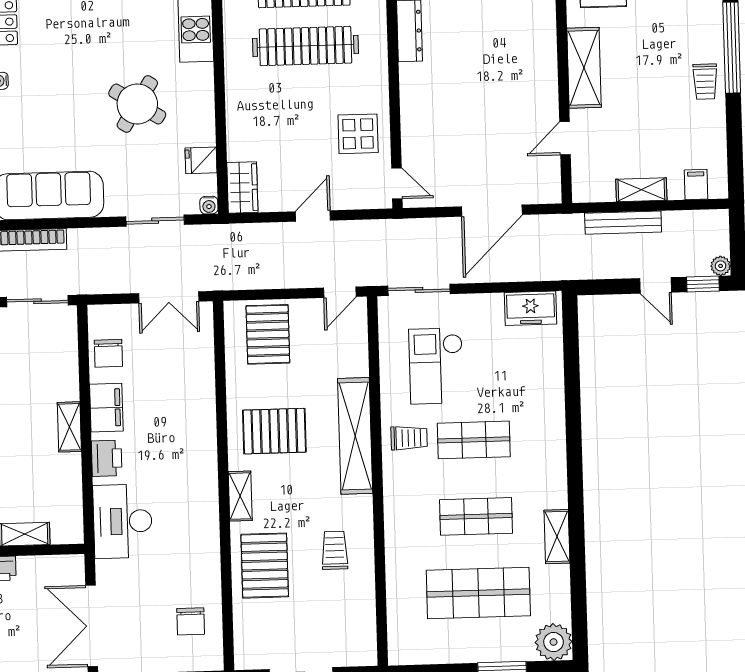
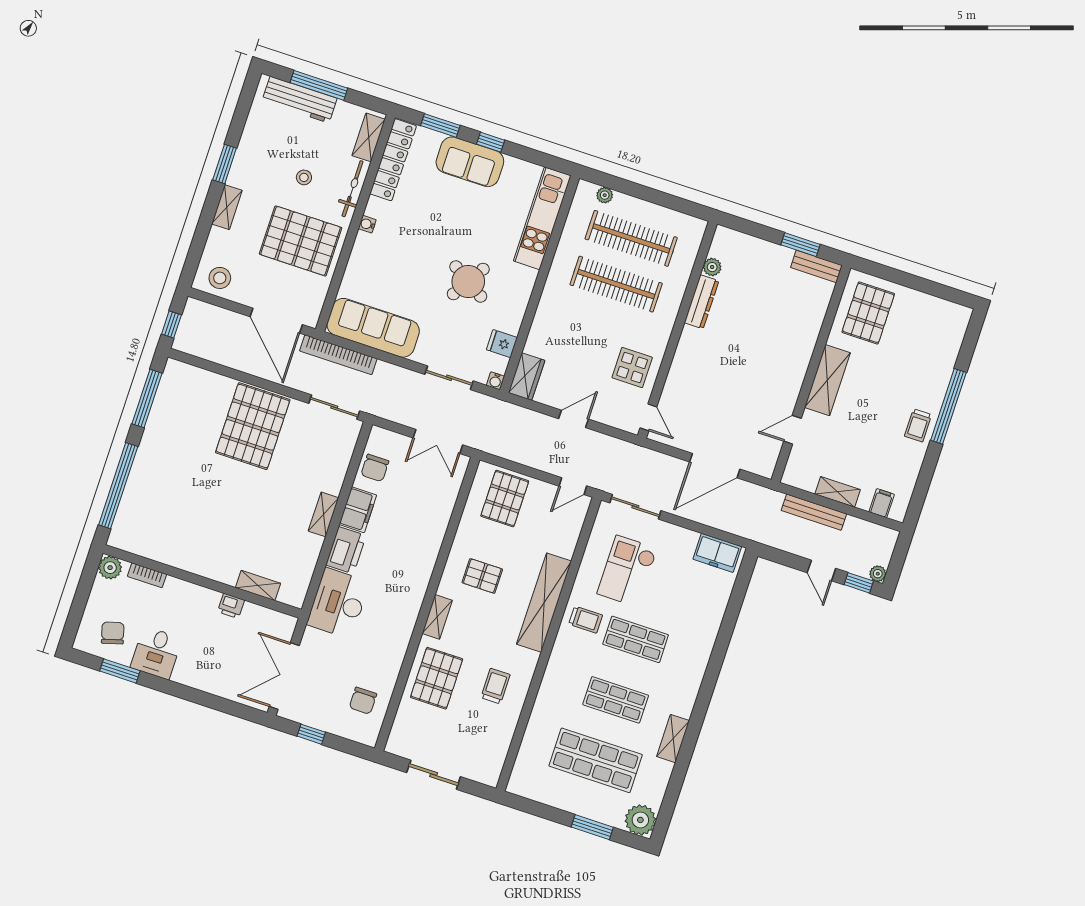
pallet: (274, 431) -> (482, 576), width x0.67, depth x0.71
printer: (107, 458) -> (346, 550), width x1.37, depth x1.19

